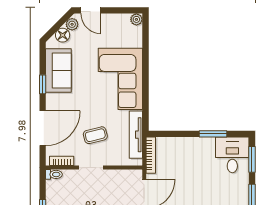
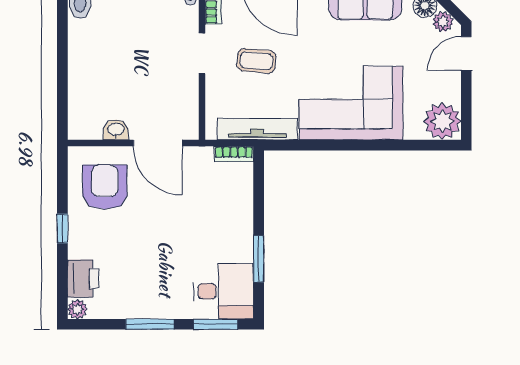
plant: (136, 19) -> (442, 121), width x1.88, depth x1.88
coffee table: (95, 135) -> (256, 61), turned -71
bookcase: (151, 155) -> (234, 154), width x0.64

